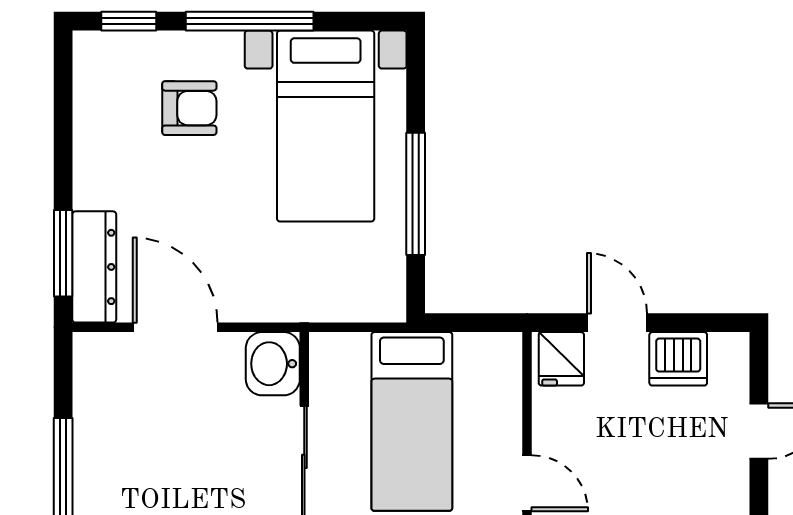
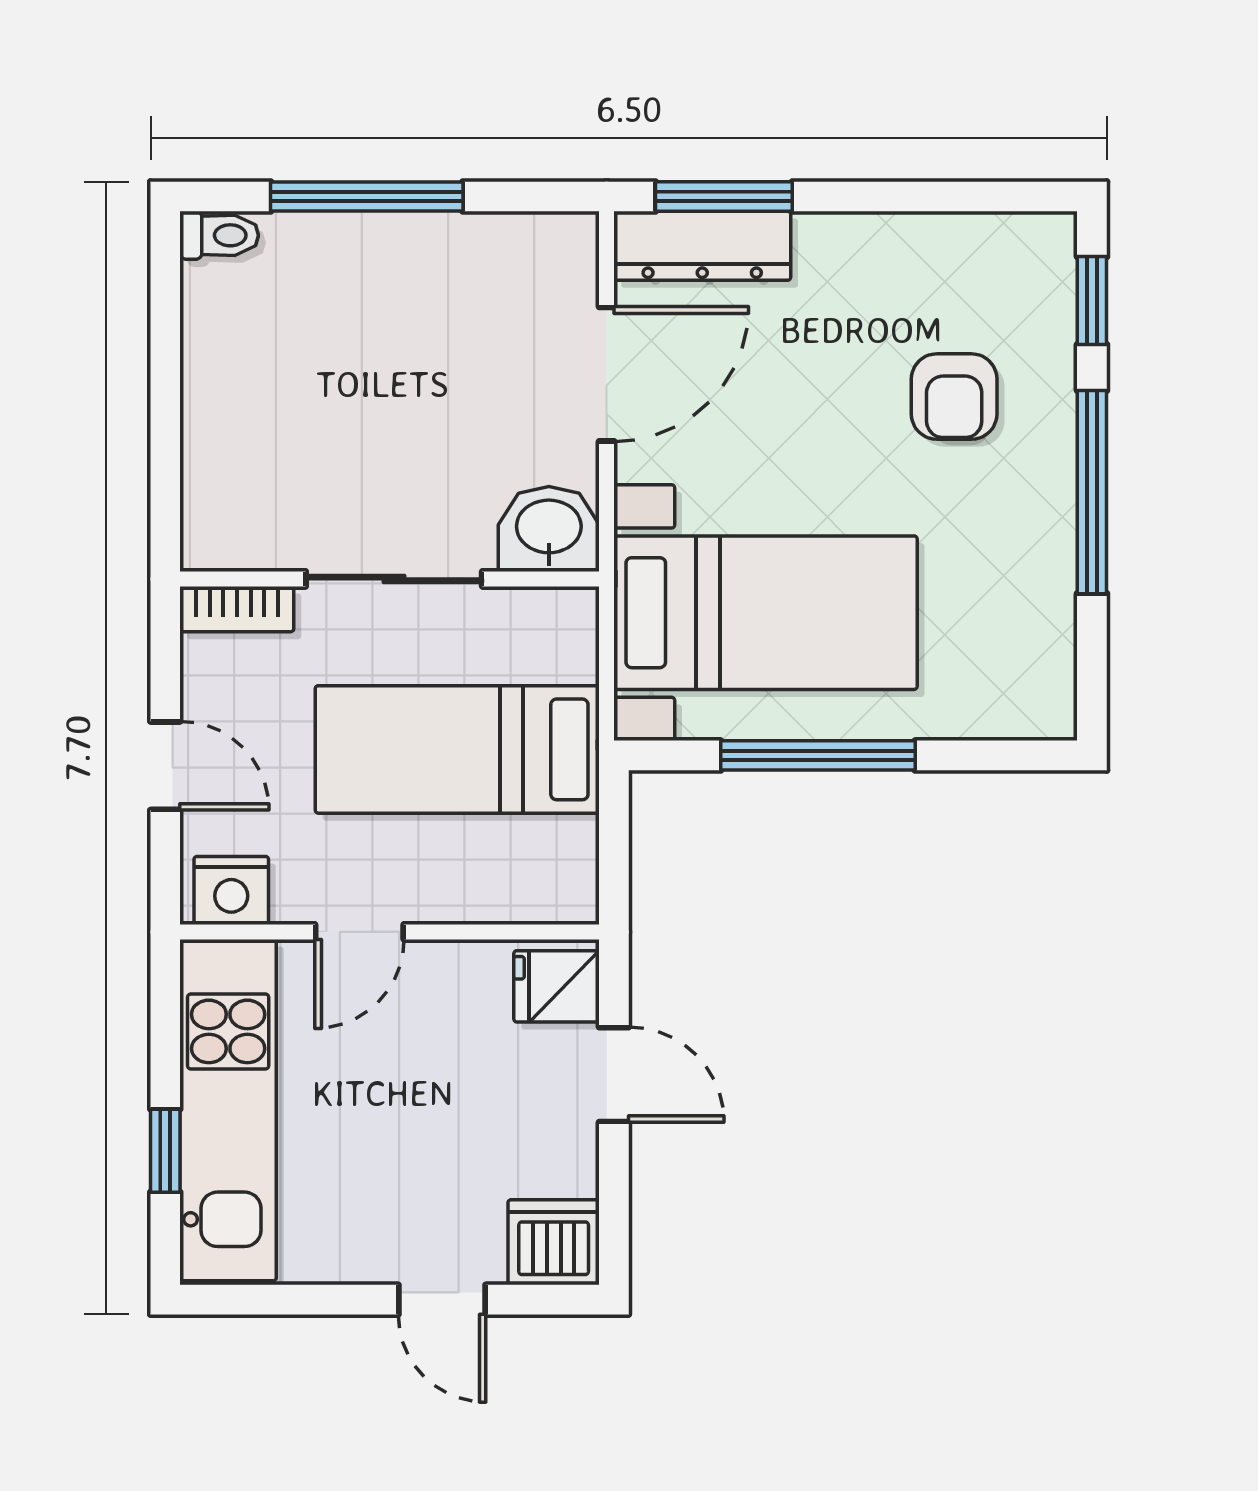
bed with nightstands: (326, 126) -> (765, 613), moved, turned 180
door: (617, 323) -> (614, 1075), hinge flipped
dishwasher: (678, 359) -> (554, 1242), moved, turned 90

